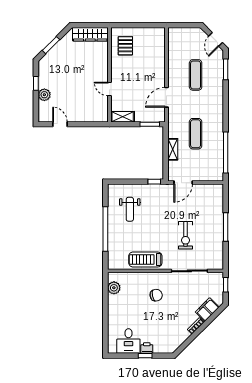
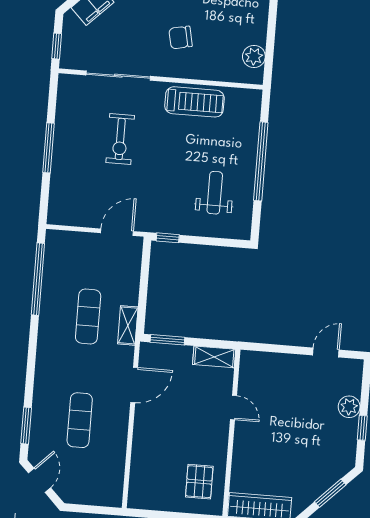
door: (60, 124) -> (326, 353), swing flipped
shelving: (173, 149) -> (128, 325), moved
exercise bike: (185, 235) -> (120, 139), turned 180

